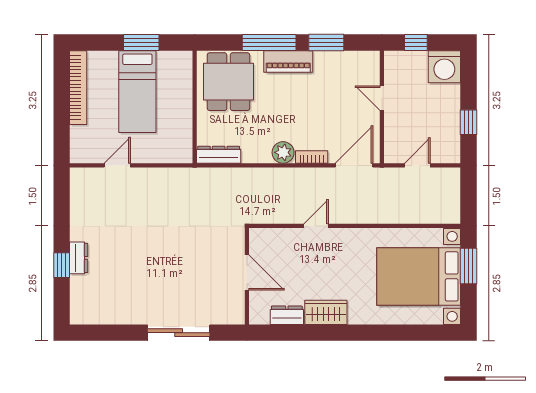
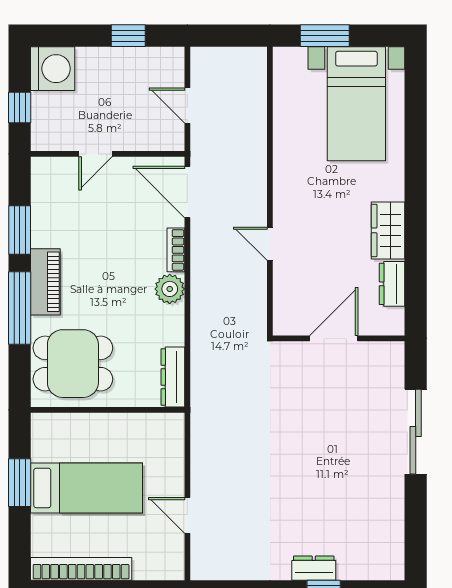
bed with nightstands: (419, 276) -> (356, 104), width x0.73

